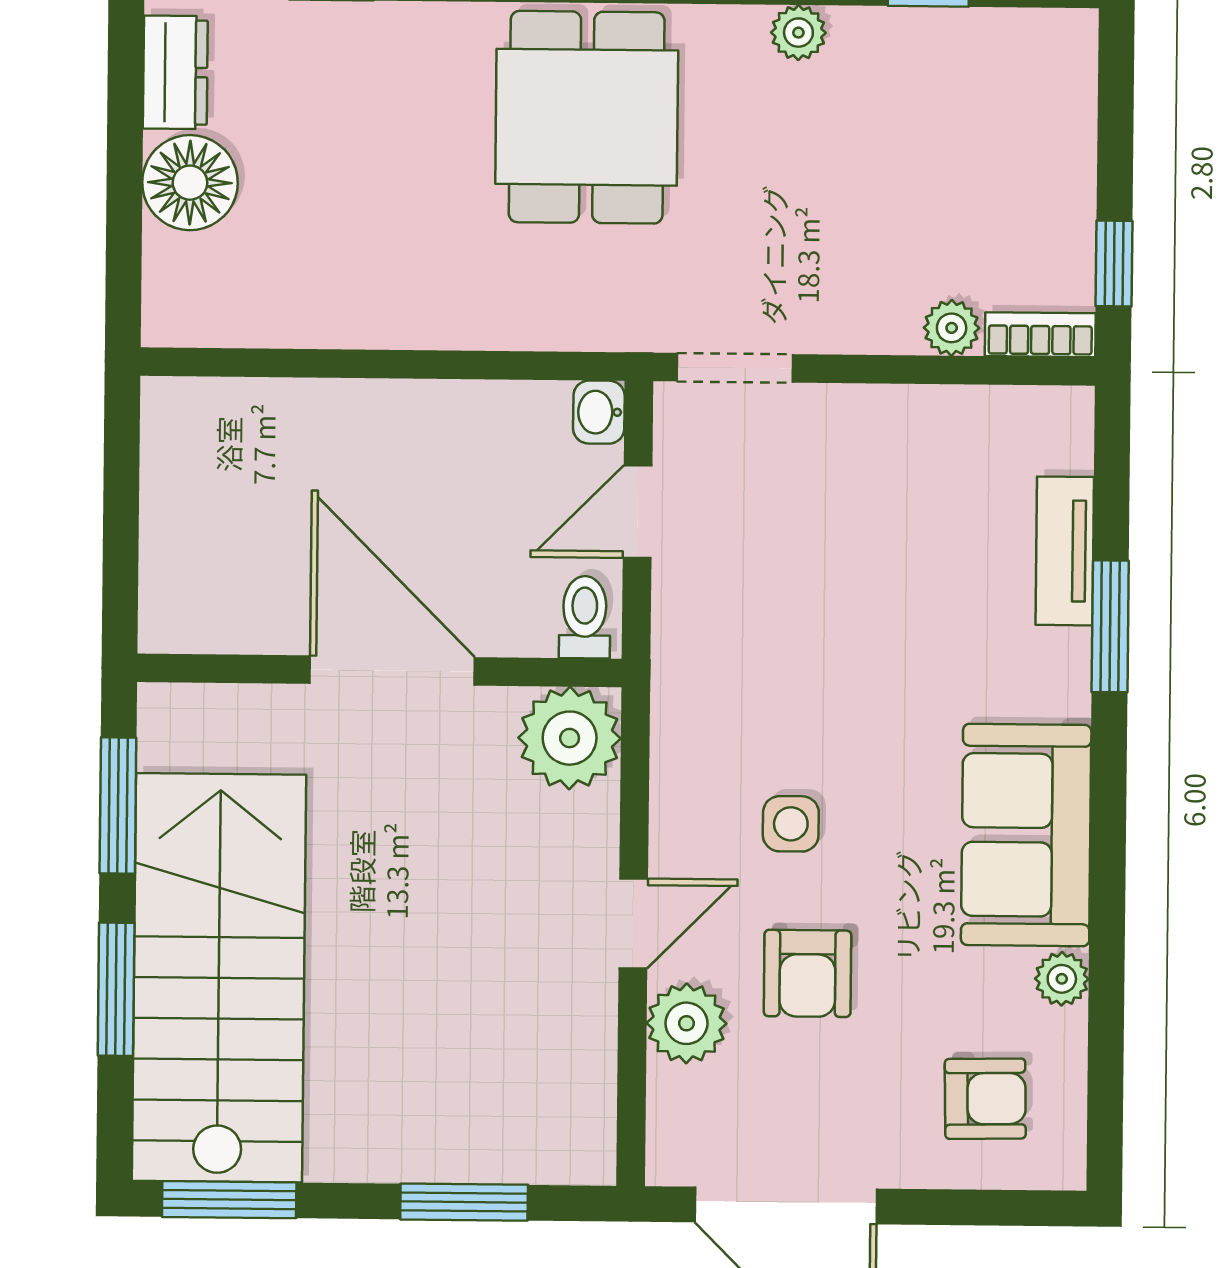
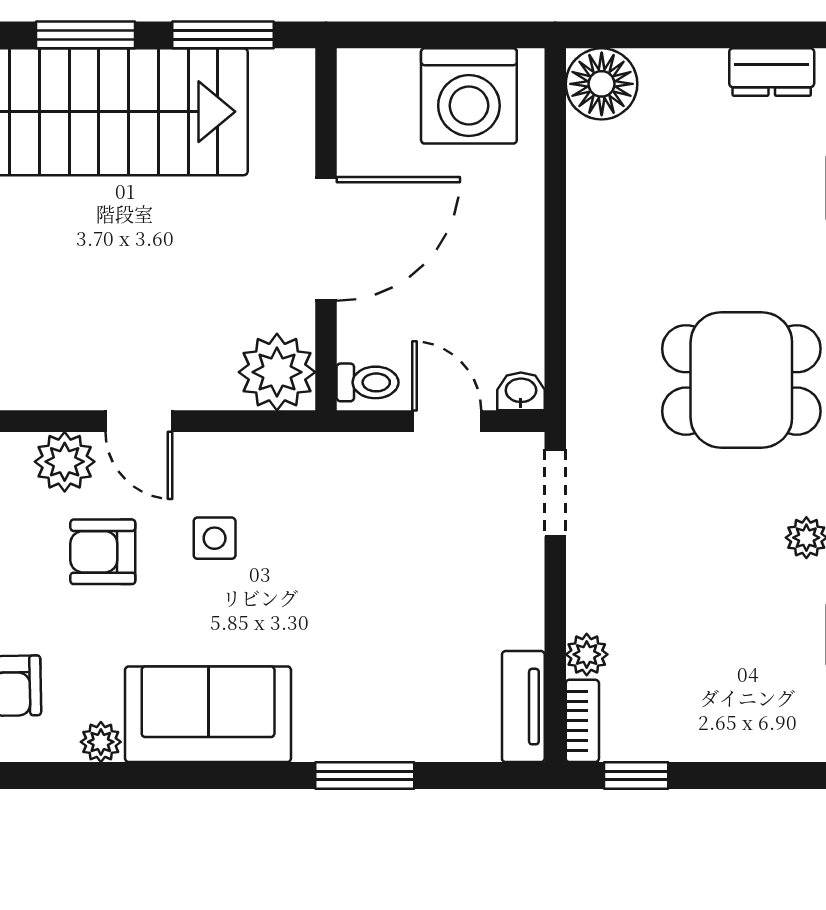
floor lamp: (190, 183) -> (602, 84), moved
washing machine: (203, 478) -> (469, 96), added
tv unit: (1065, 551) -> (523, 707), moved, turned -90

